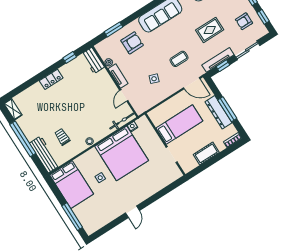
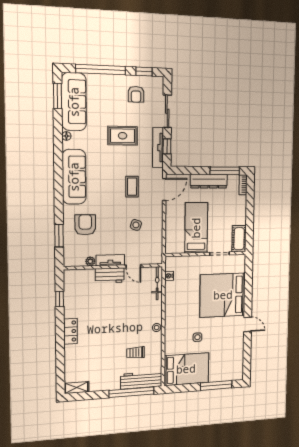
rug: (210, 30) -> (123, 136), turned 90
workbench: (93, 60) -> (110, 275), moved
window: (227, 109) -> (225, 171), moved
window: (23, 139) -> (132, 392), moved
bed: (122, 153) -> (223, 295), moved, turned 180
cot: (206, 153) -> (239, 239), moved

